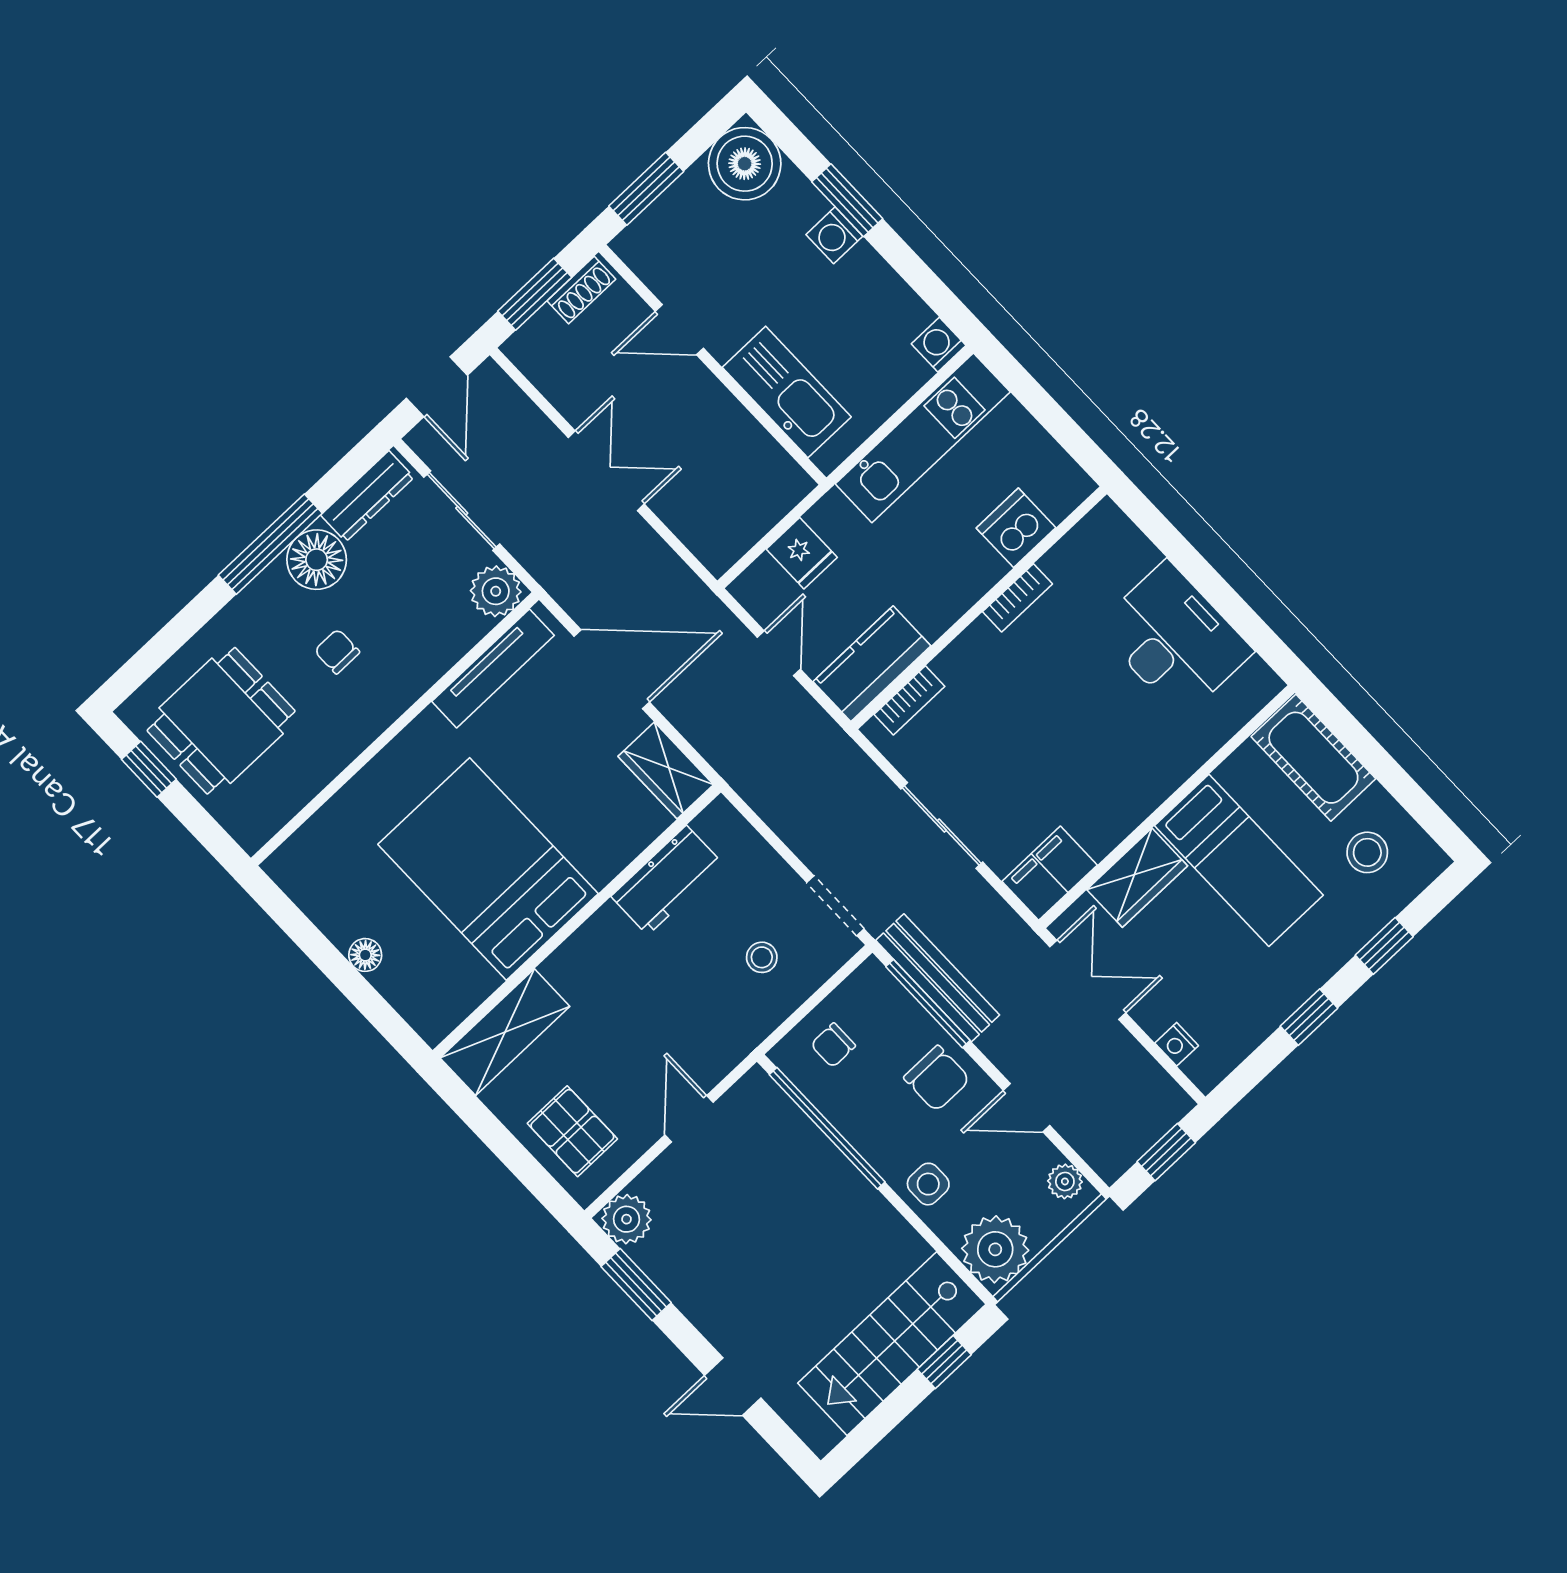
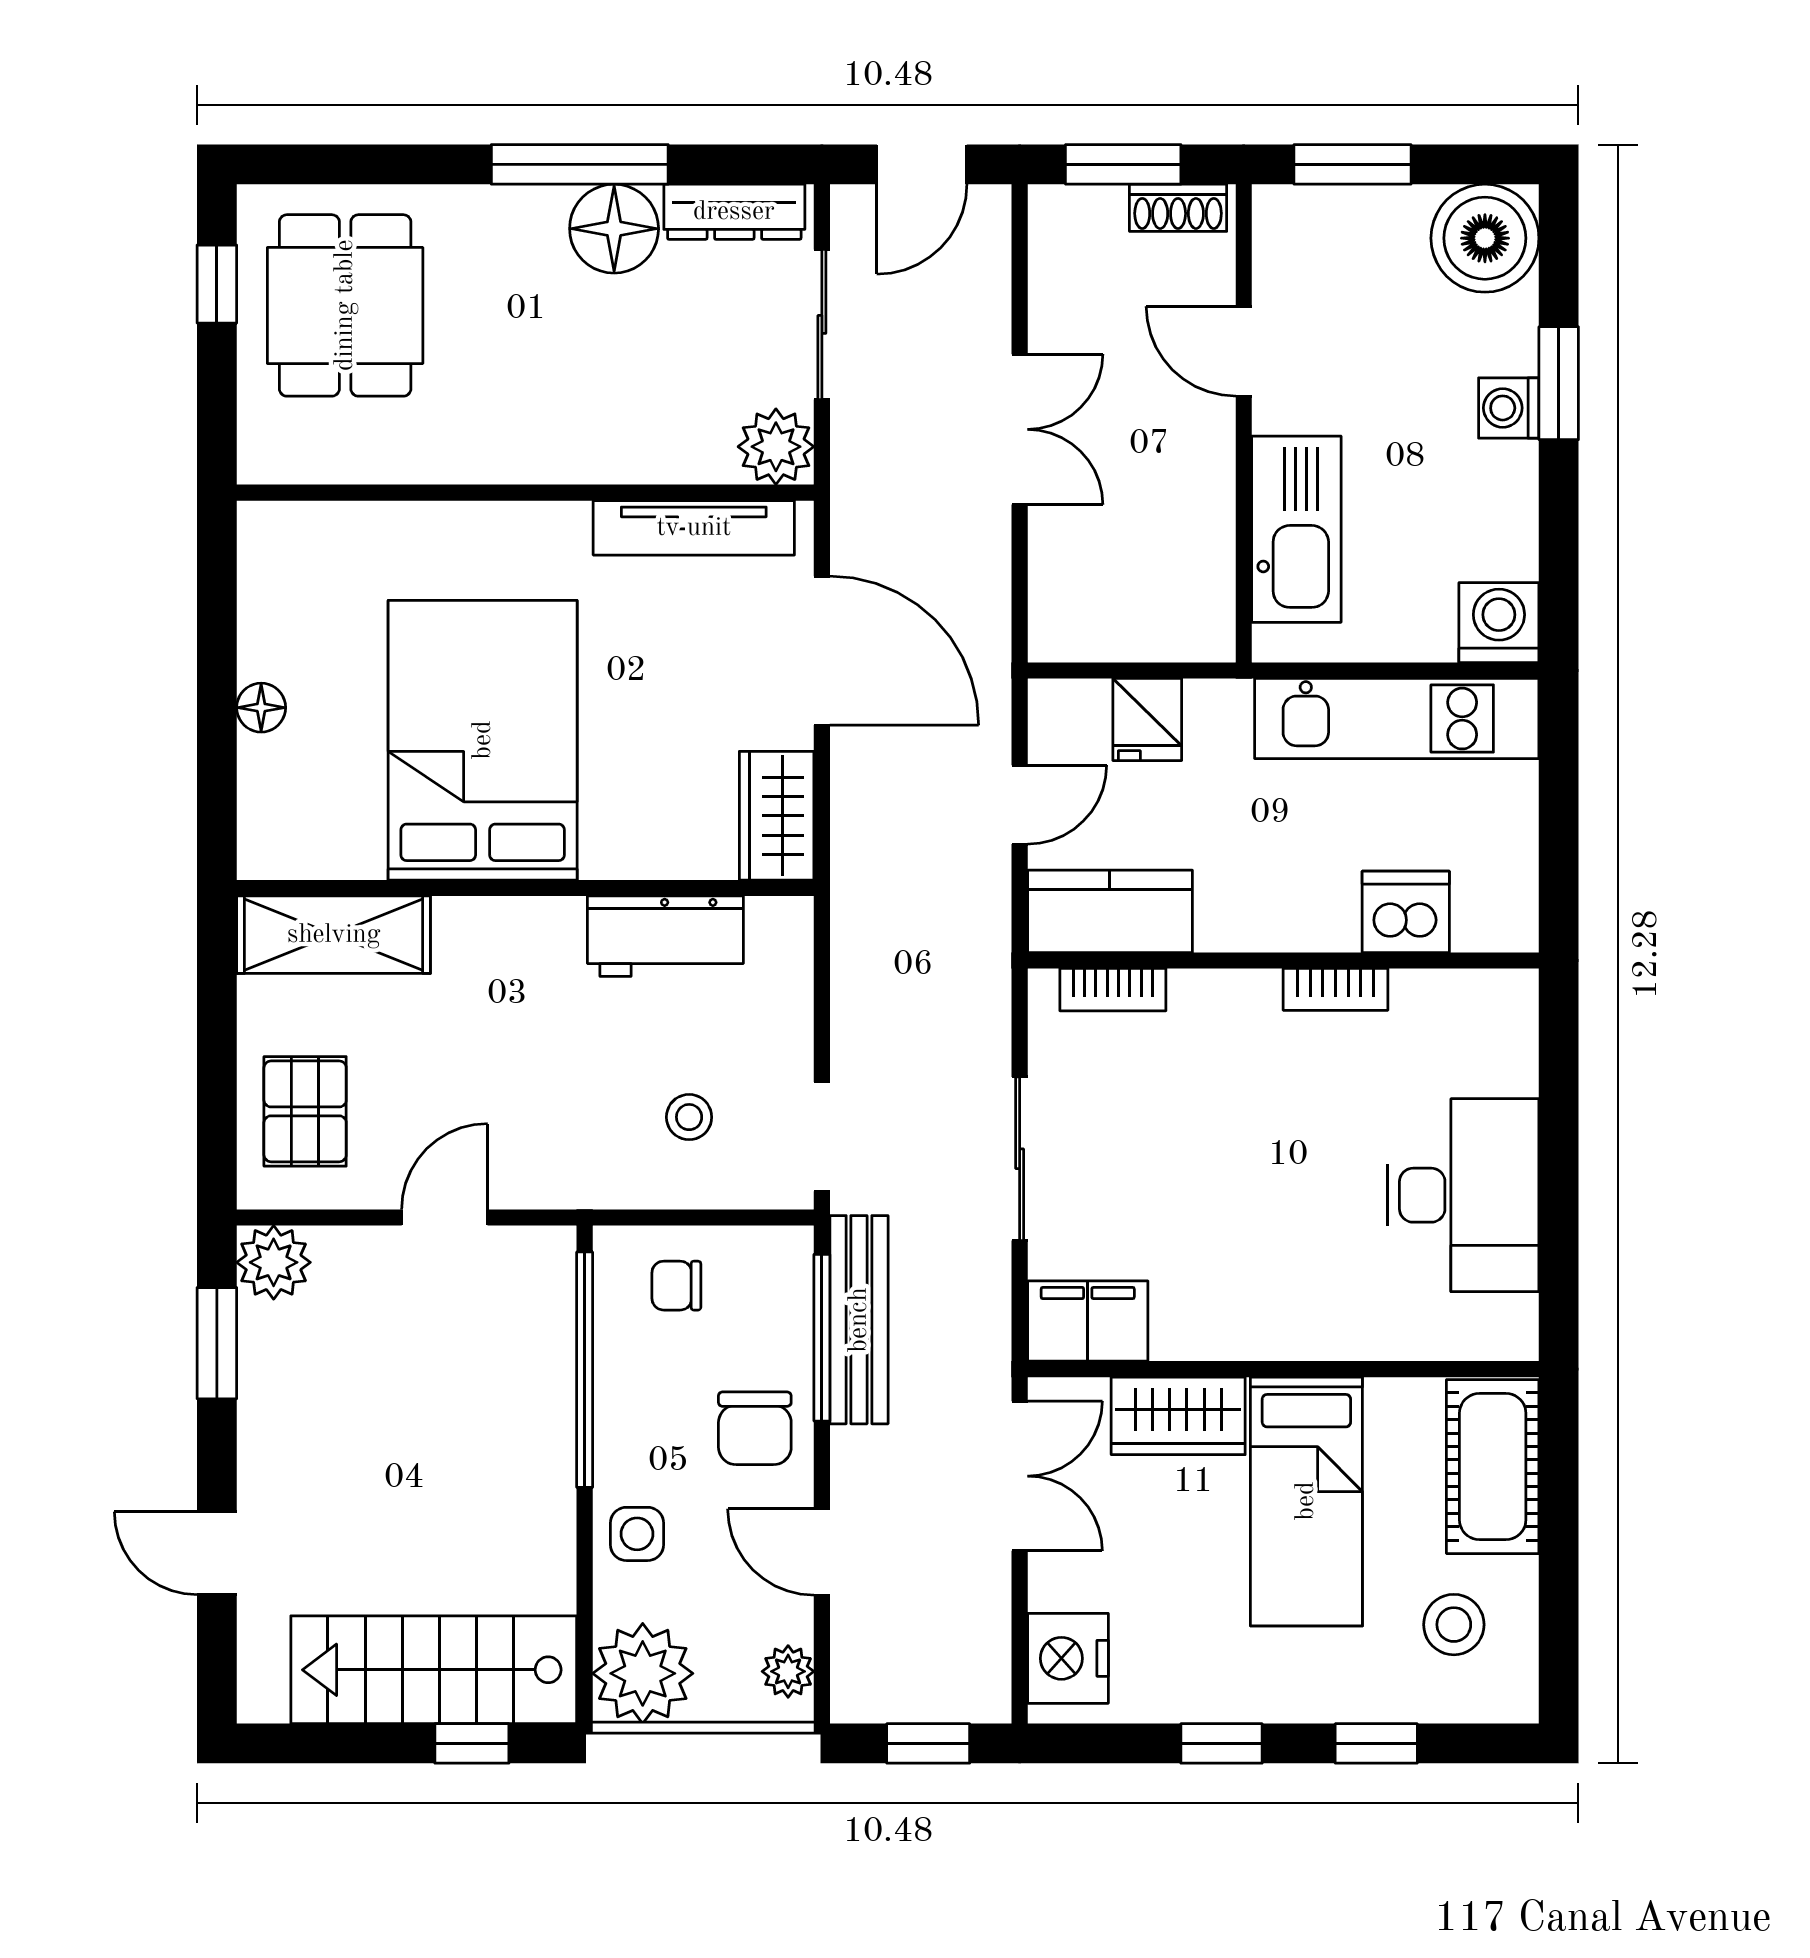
washing machine: (939, 345) -> (1499, 623), width x1.38, depth x1.38
chair: (337, 651) -> (542, 349), removed
dining table: (221, 721) -> (345, 305), turned 90
nightstand: (1177, 1044) -> (1068, 1658), width x1.89, depth x1.79

